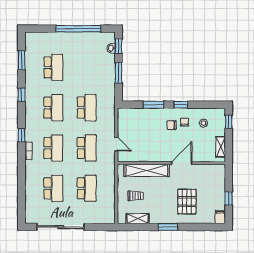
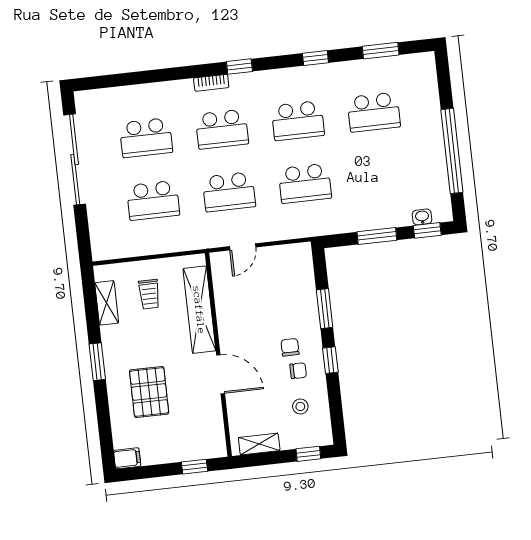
window: (229, 198) -> (195, 467), moved
pallet: (187, 202) -> (149, 392), turned 90

